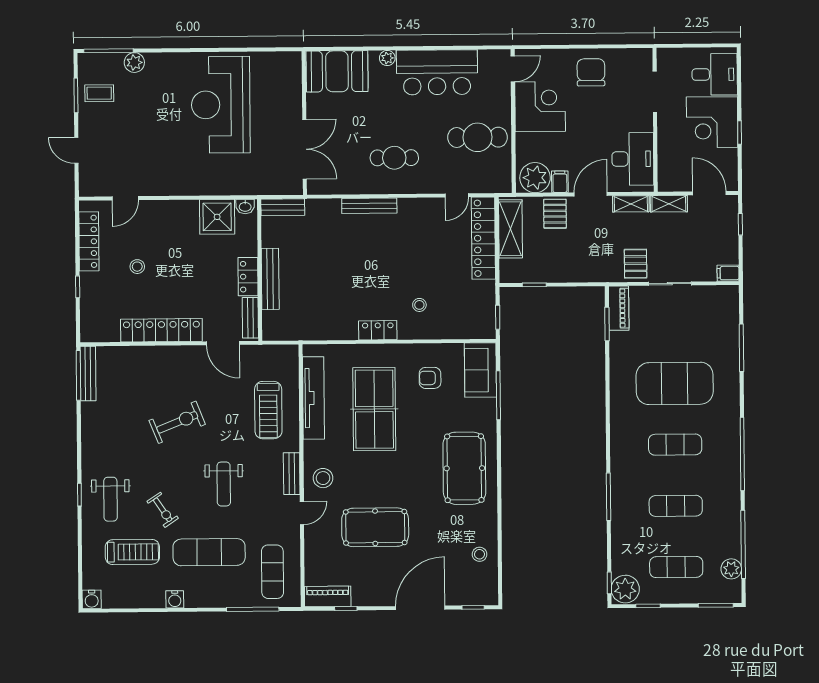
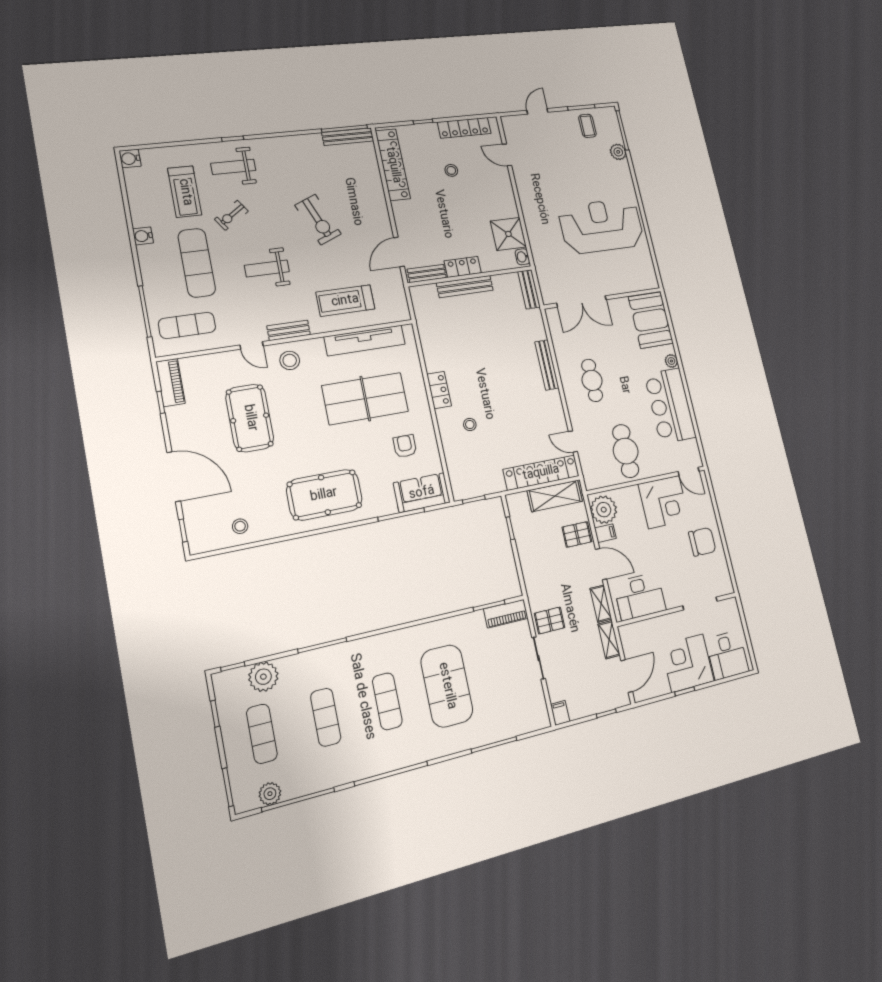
locker: (161, 330) -> (393, 165), moved
plant: (625, 589) -> (263, 677), moved

